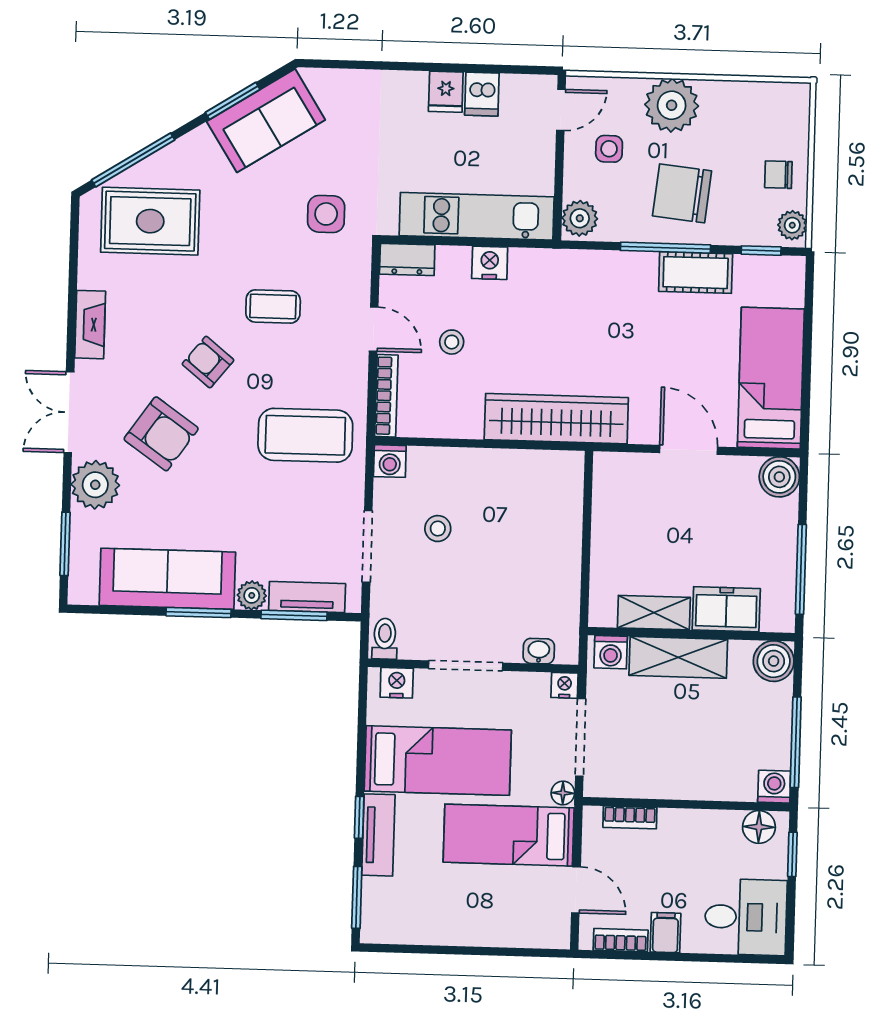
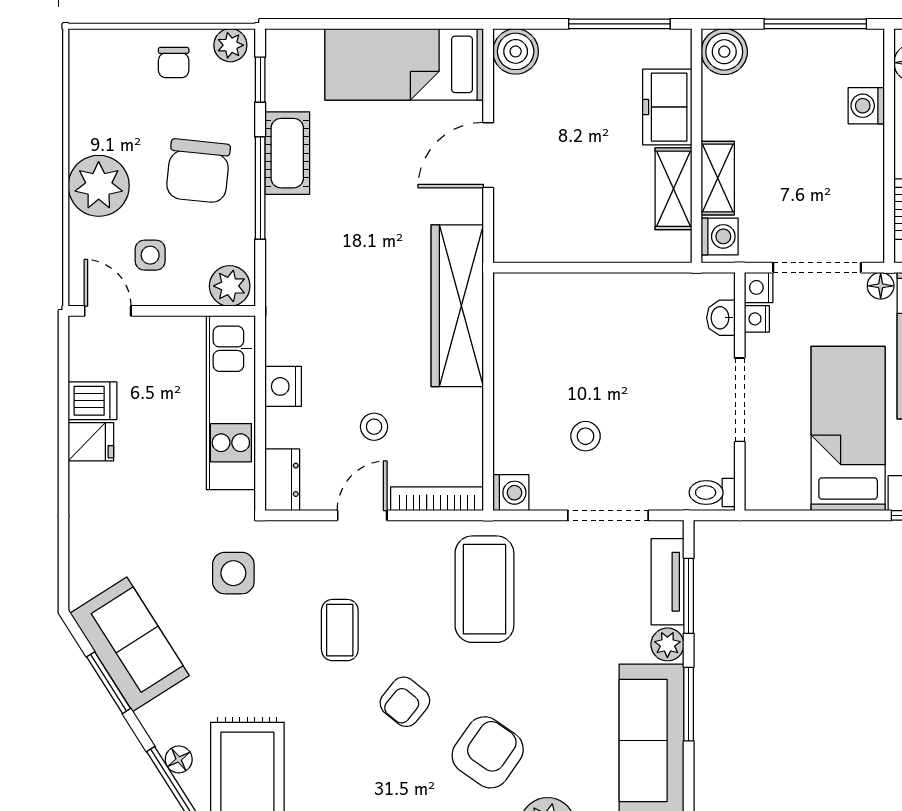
floor lamp: (163, 161) -> (179, 759), added
shelving: (678, 657) -> (718, 178), width x0.67, depth x0.75
nightstand: (397, 683) -> (757, 319), moved, width x0.72, depth x0.74
washing machine: (774, 787) -> (866, 106), moved

